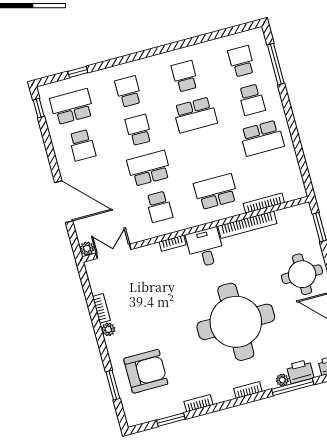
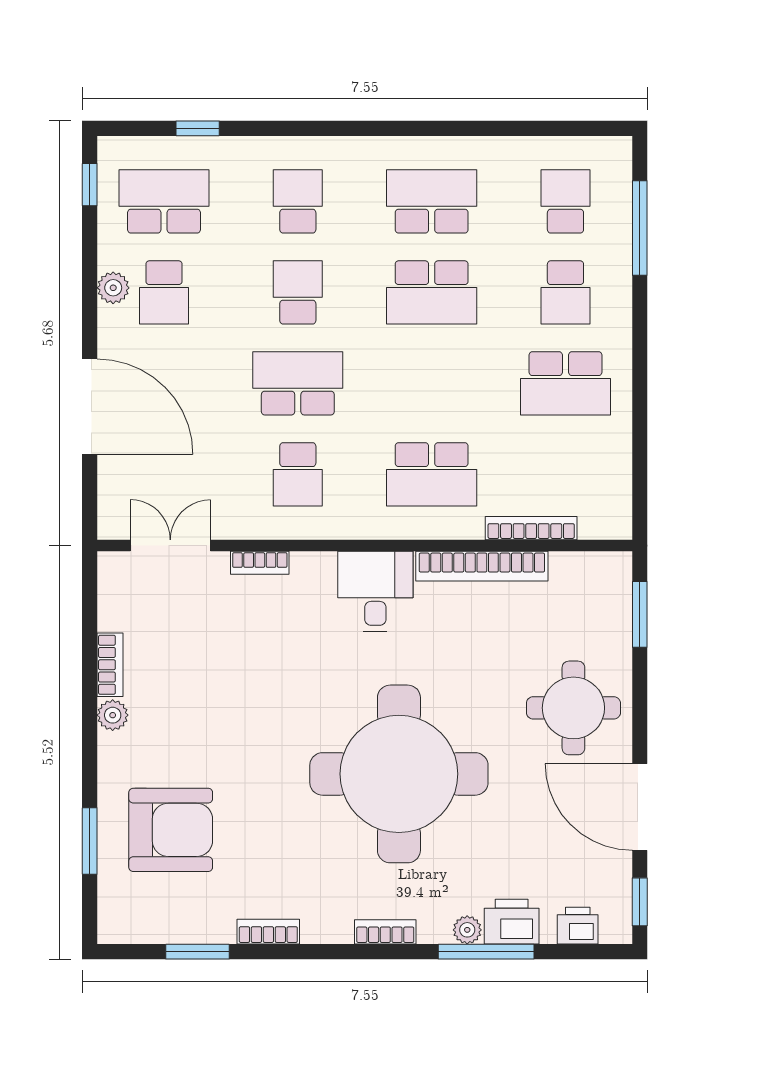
school desk: (185, 76) -> (432, 201), width x1.85
school desk: (216, 192) -> (432, 474), turned 180
bookcase: (173, 243) -> (260, 563), moved
plant: (87, 249) -> (113, 288), moved

